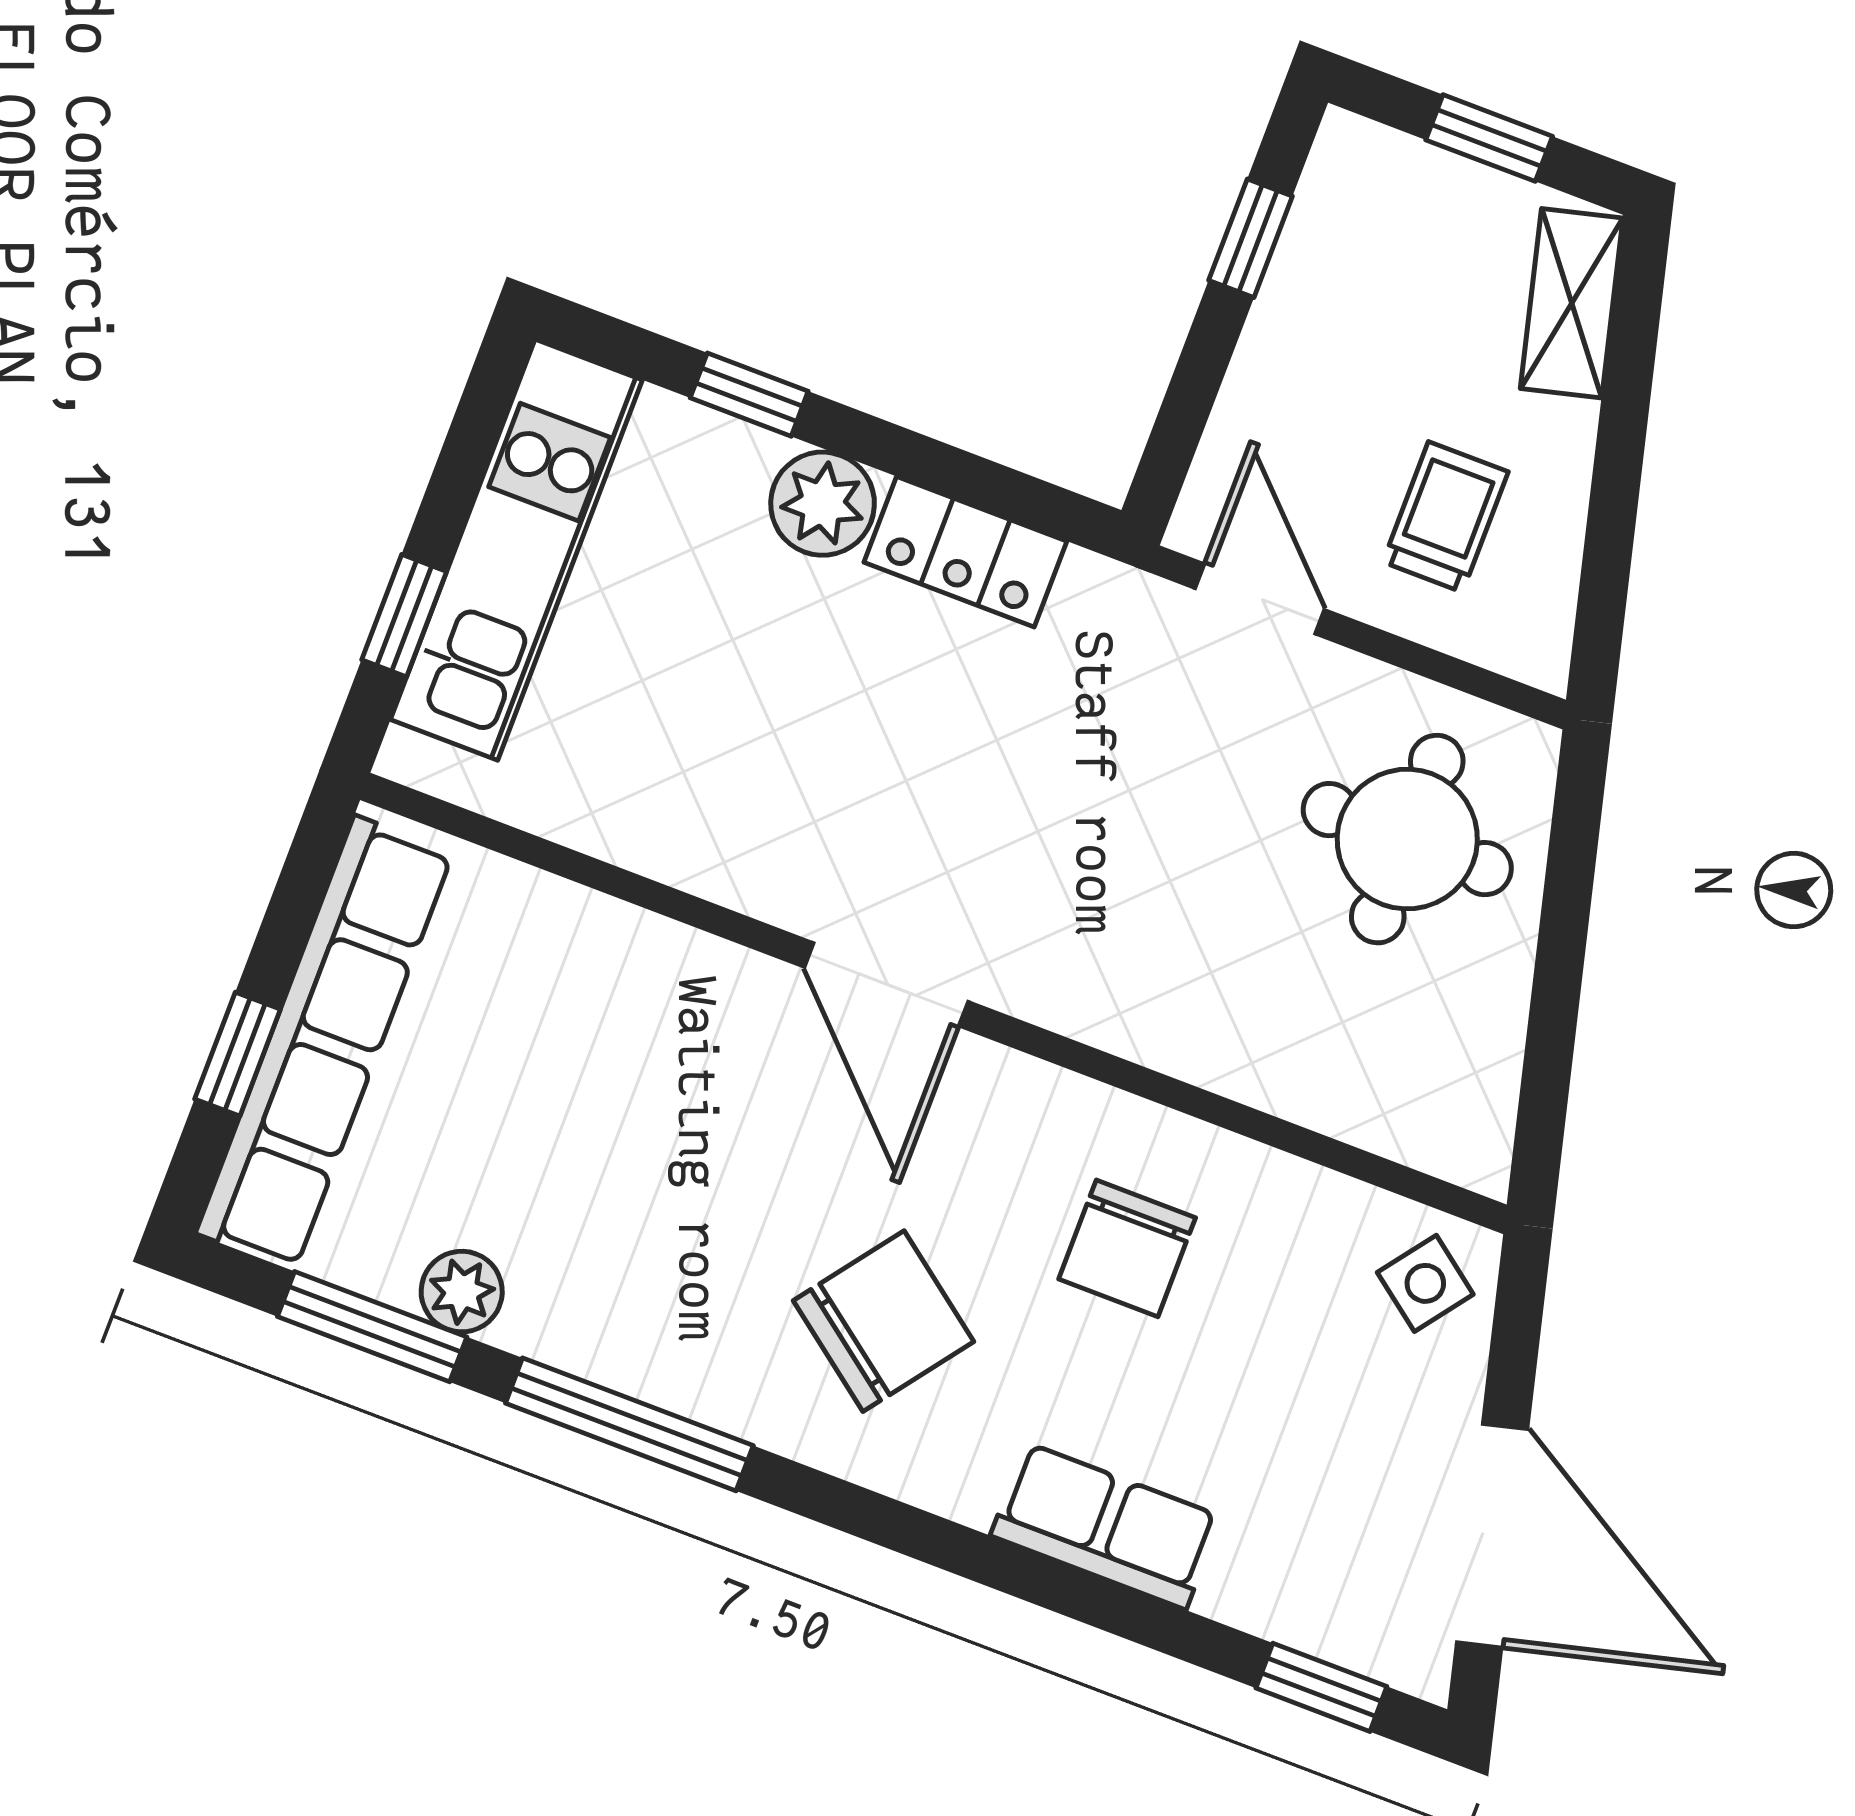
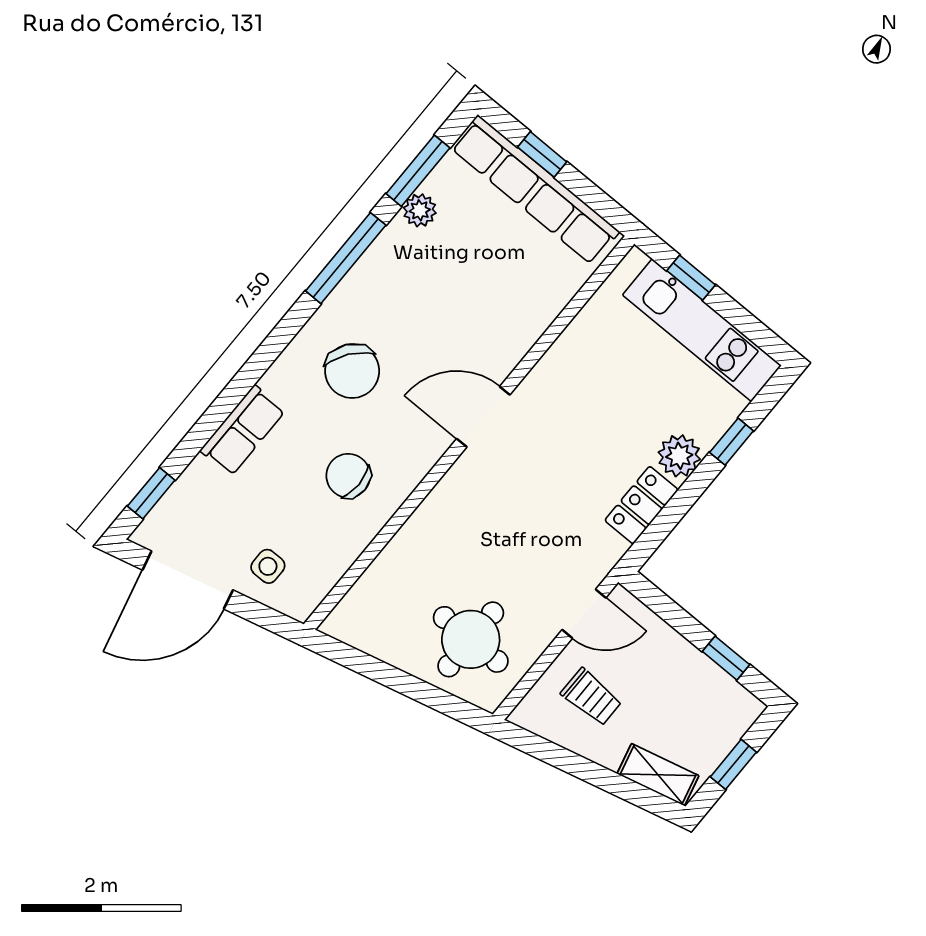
side table: (1425, 1283) -> (268, 566), moved, turned -37

